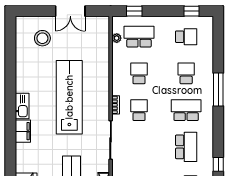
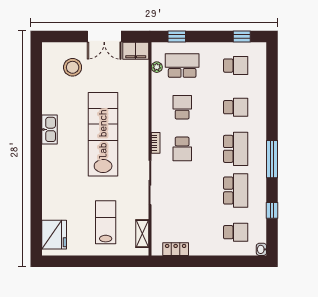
school desk: (186, 73) -> (236, 107), turned 90
window: (218, 90) -> (272, 159), moved
kitchen sink: (22, 106) -> (50, 129), moved
school desk: (139, 110) -> (182, 149), turned 180
school desk: (186, 110) -> (236, 149), turned 90
filing cabinet: (23, 131) -> (136, 51), moved, turned 90

